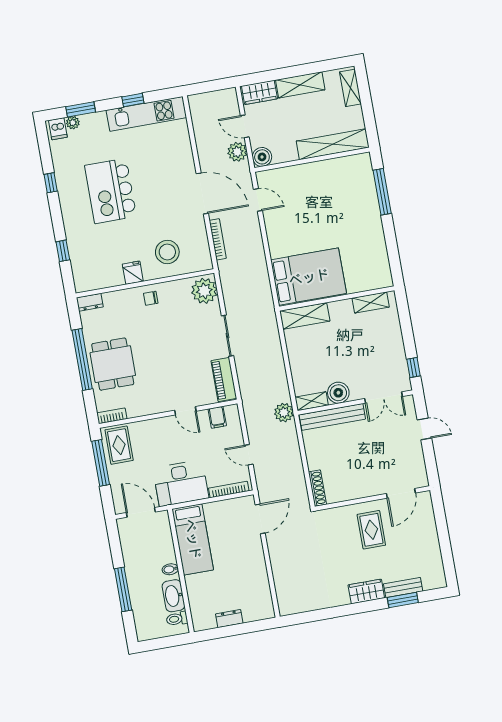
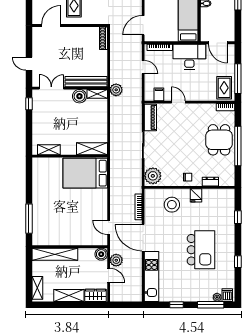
window: (81, 109) -> (211, 305), width x1.44
kitchen unit: (146, 114) -> (152, 276), moved, turned 90
dresser: (90, 302) -> (210, 182), moved

